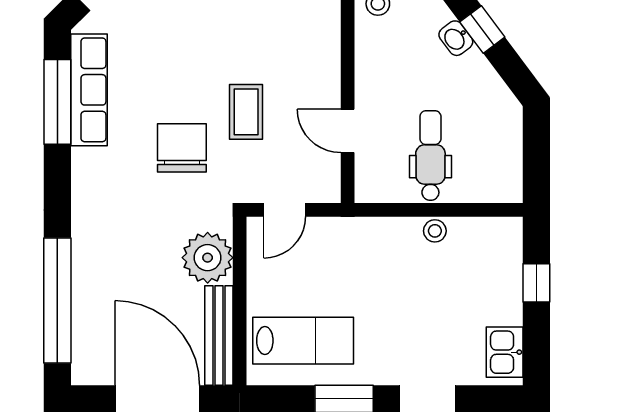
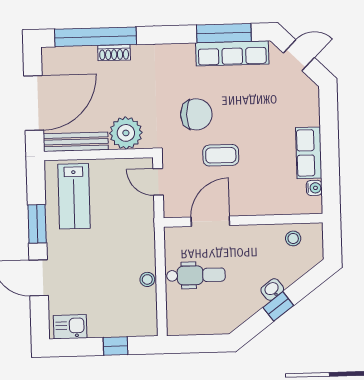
door: (348, 131) -> (210, 221), width x1.38
shoe rack: (83, 272) -> (114, 53), added

